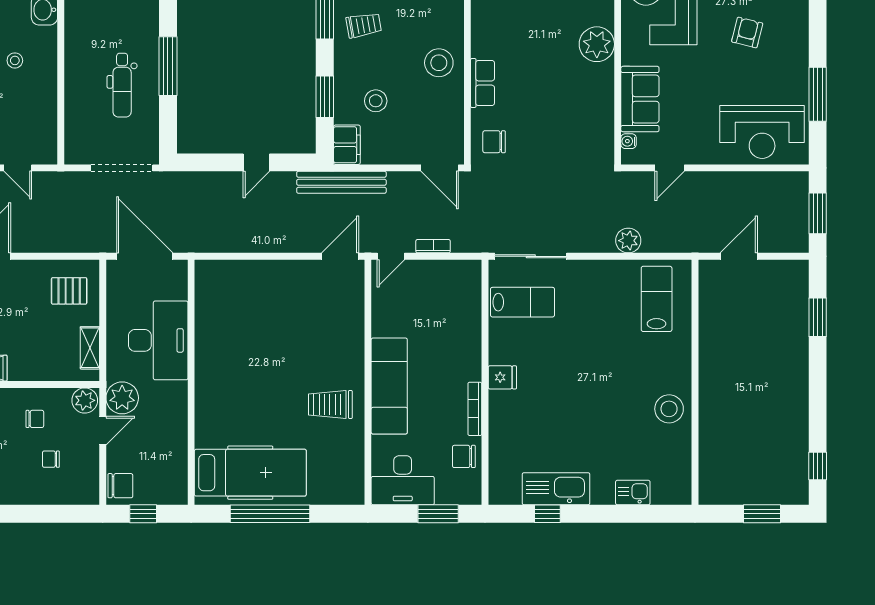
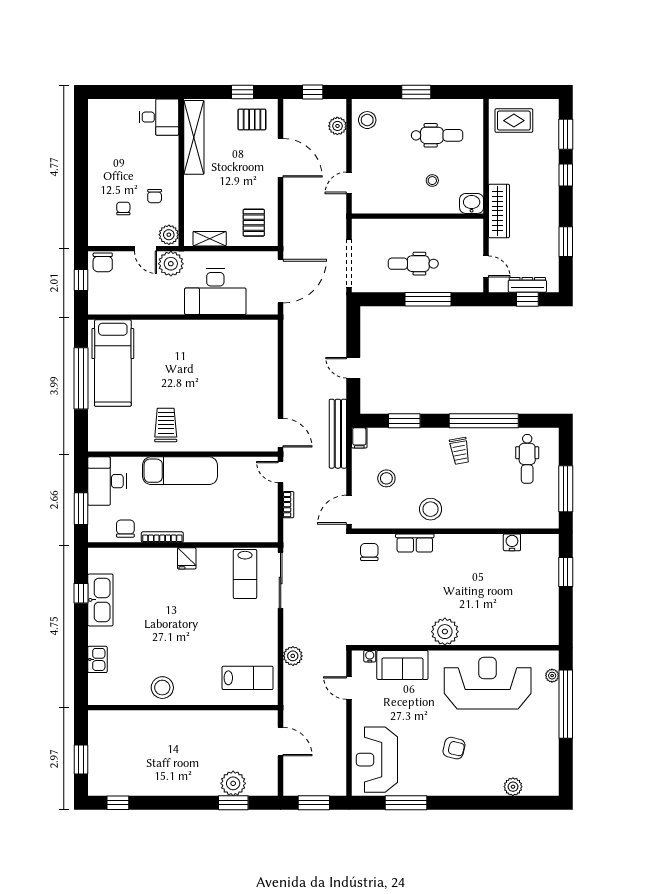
stool: (376, 101) -> (386, 478), moved
filing cabinet: (347, 145) -> (359, 438), width x0.50
plant: (793, 317) -> (233, 783), added

